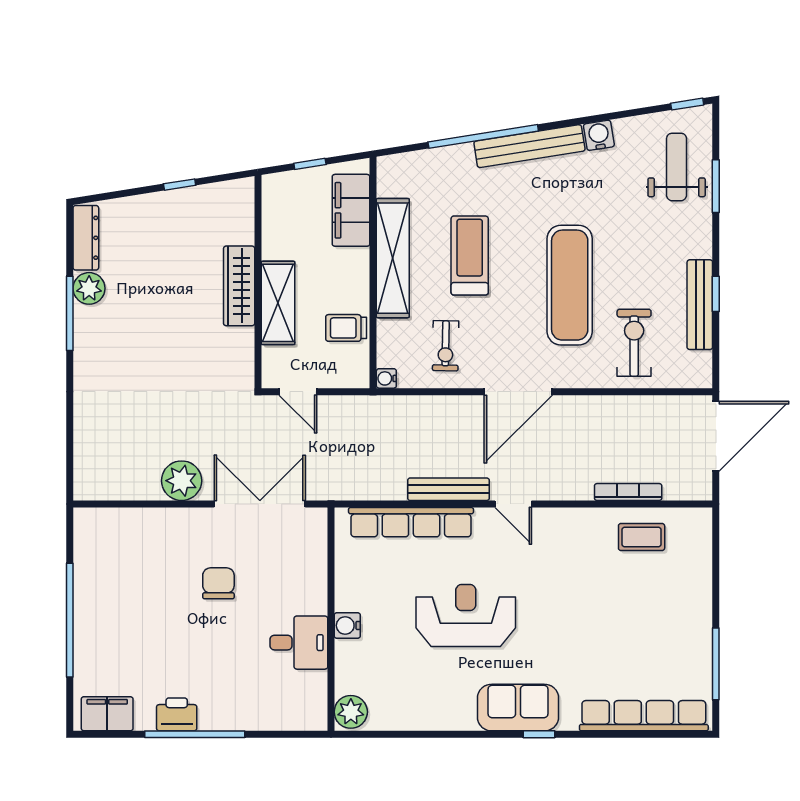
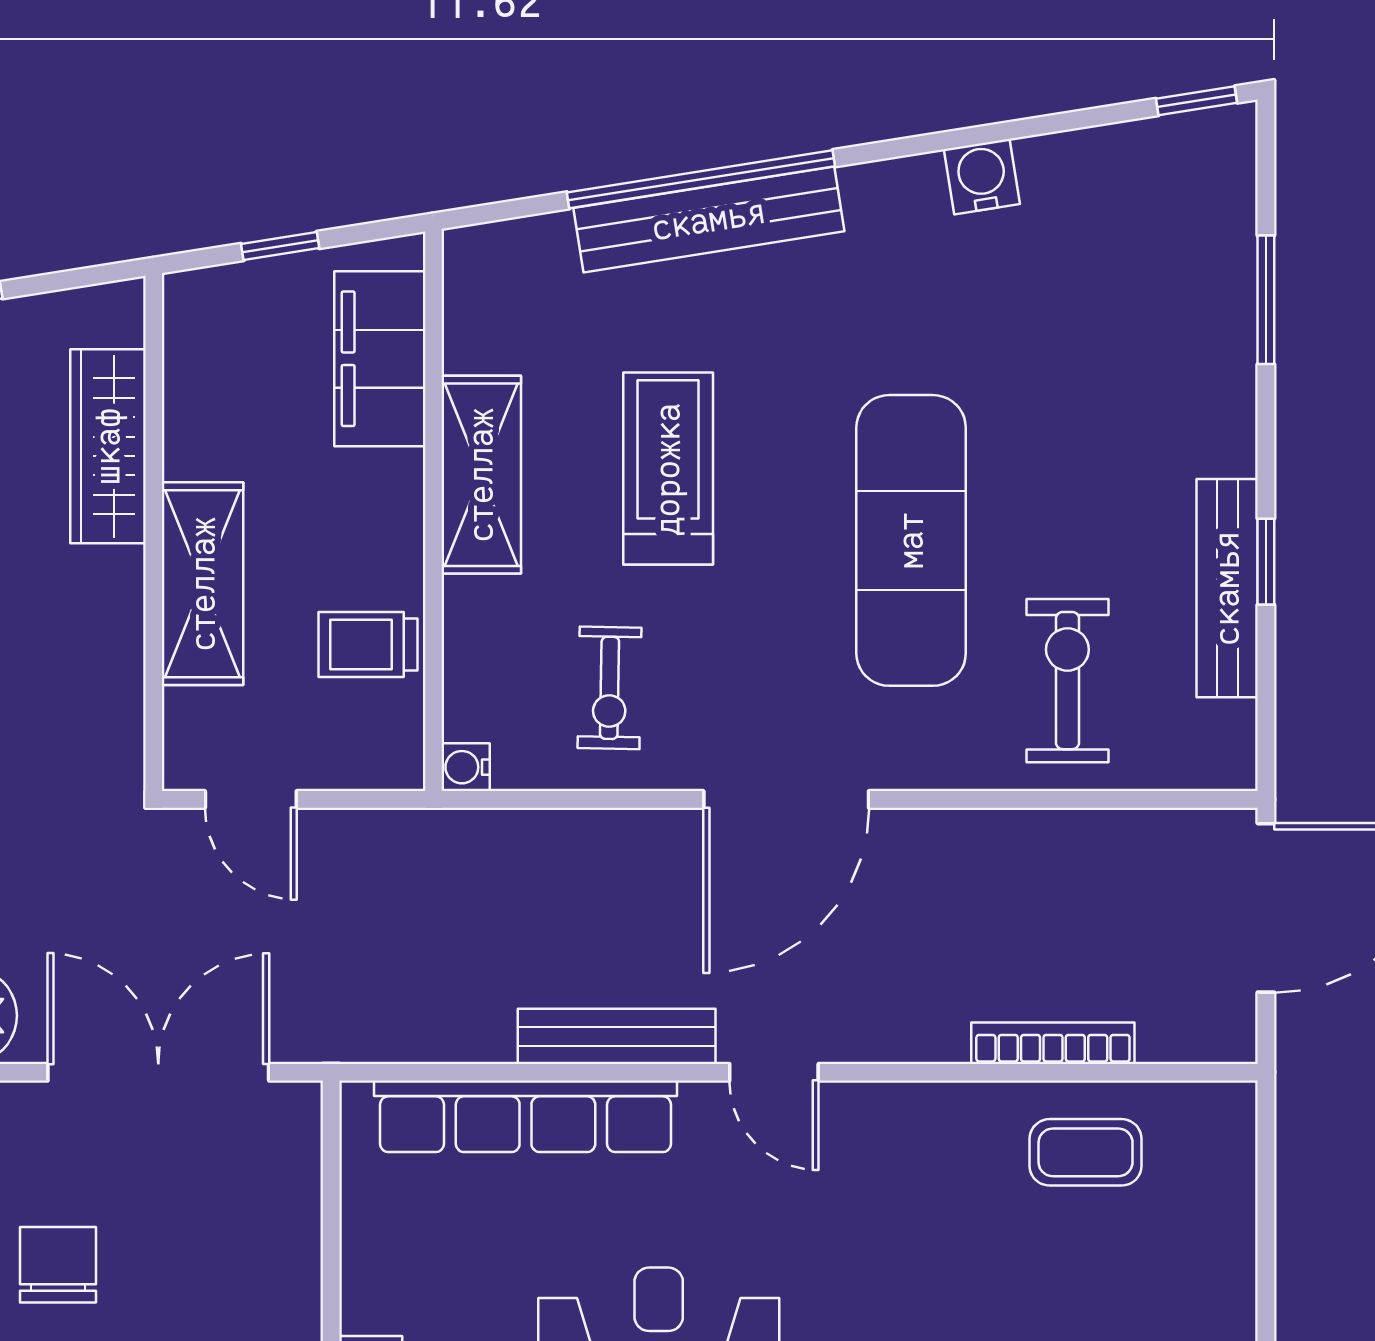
bench: (529, 146) -> (709, 220), moved
weight bench: (677, 167) -> (1171, 253), removed
shelving: (393, 258) -> (481, 475), width x0.68
wardrobe: (239, 286) -> (108, 446), moved

